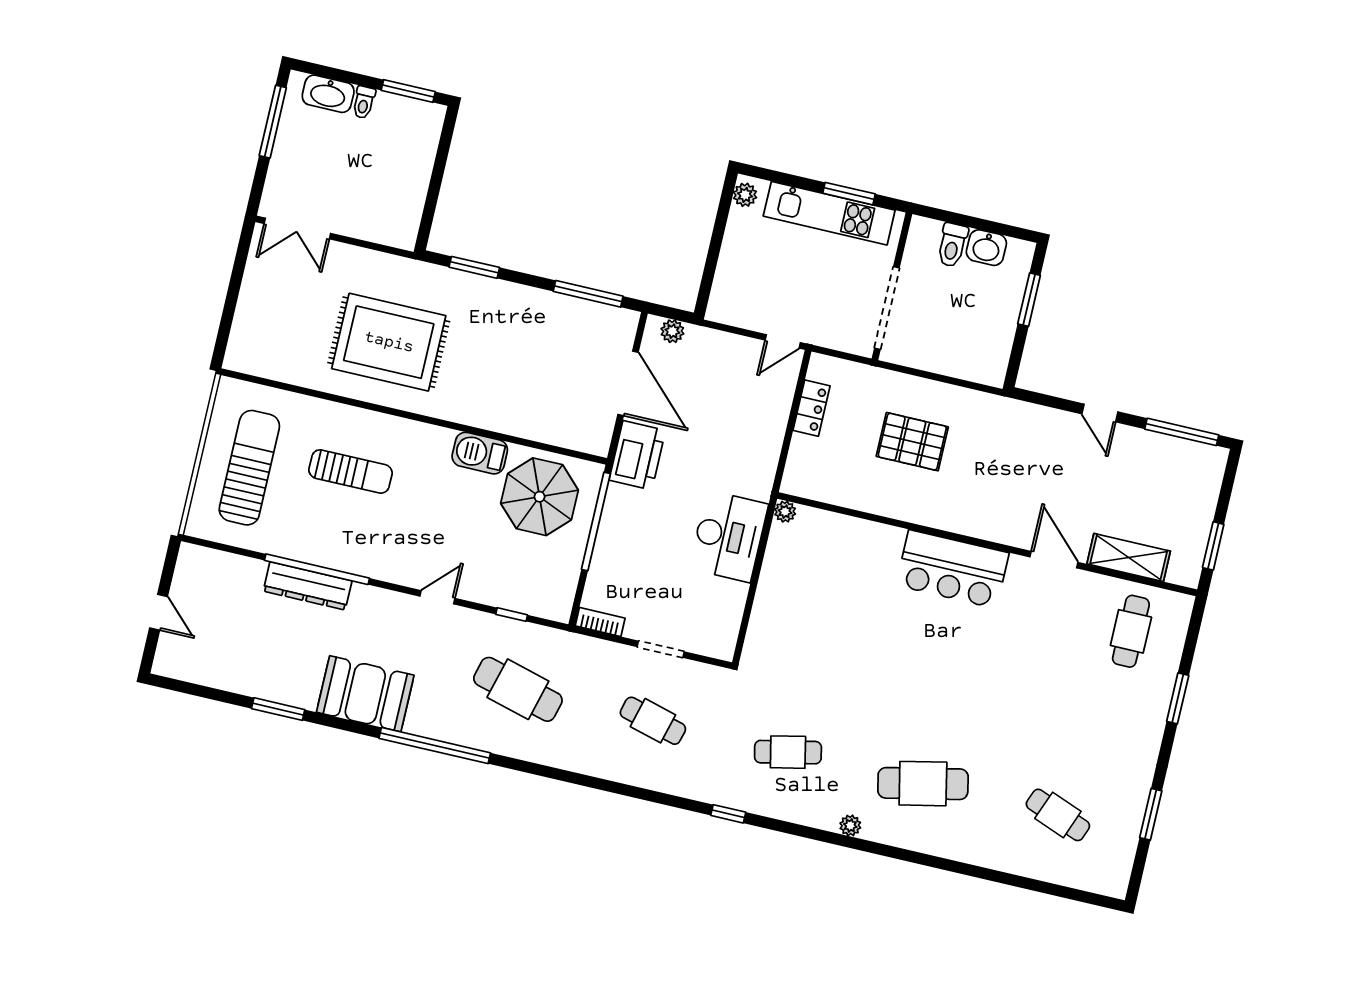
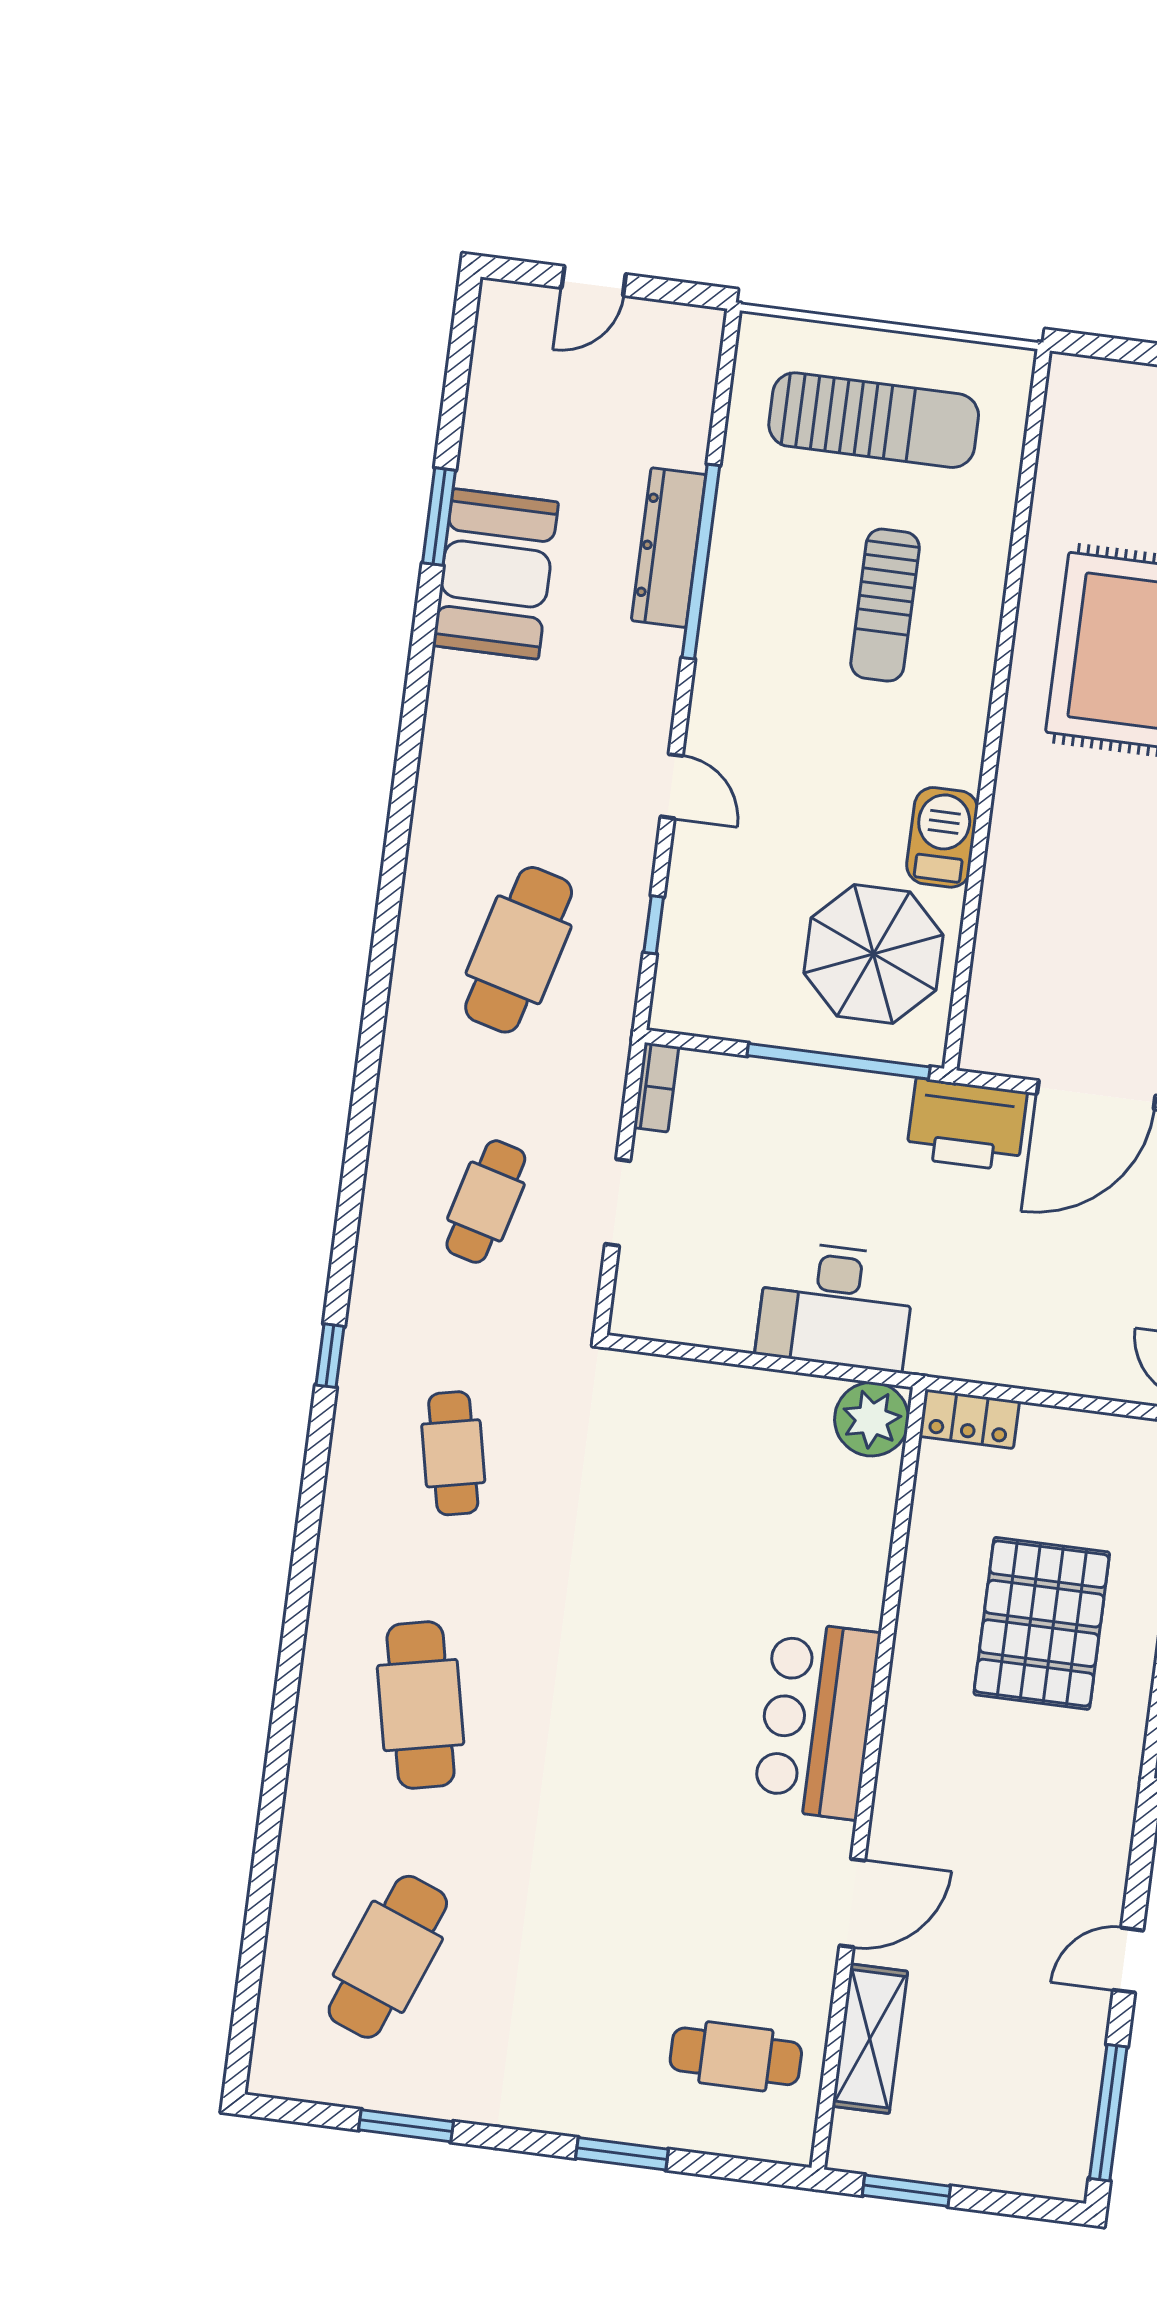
locker: (812, 408) -> (969, 1419), moved
pallet: (912, 442) -> (1042, 1623), width x1.37, depth x1.41
plant: (785, 512) -> (872, 1419), width x1.88, depth x1.88
booth: (365, 694) -> (496, 574), moved
window: (435, 746) -> (401, 809), removed
cafe table: (1058, 815) -> (388, 1957), width x1.37, depth x1.35
plant: (850, 826) -> (331, 1580), removed

